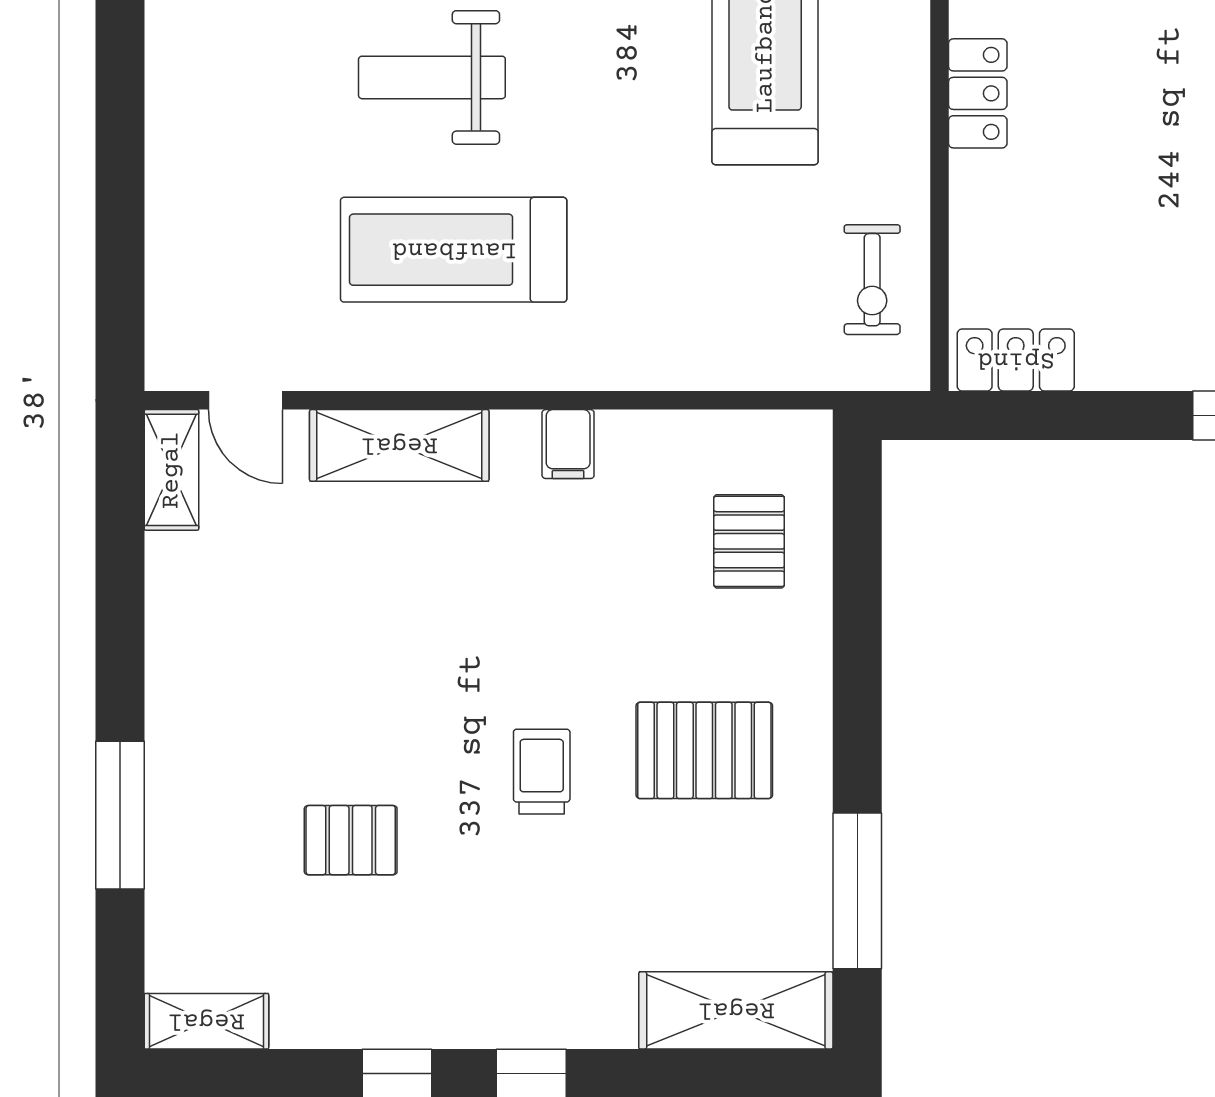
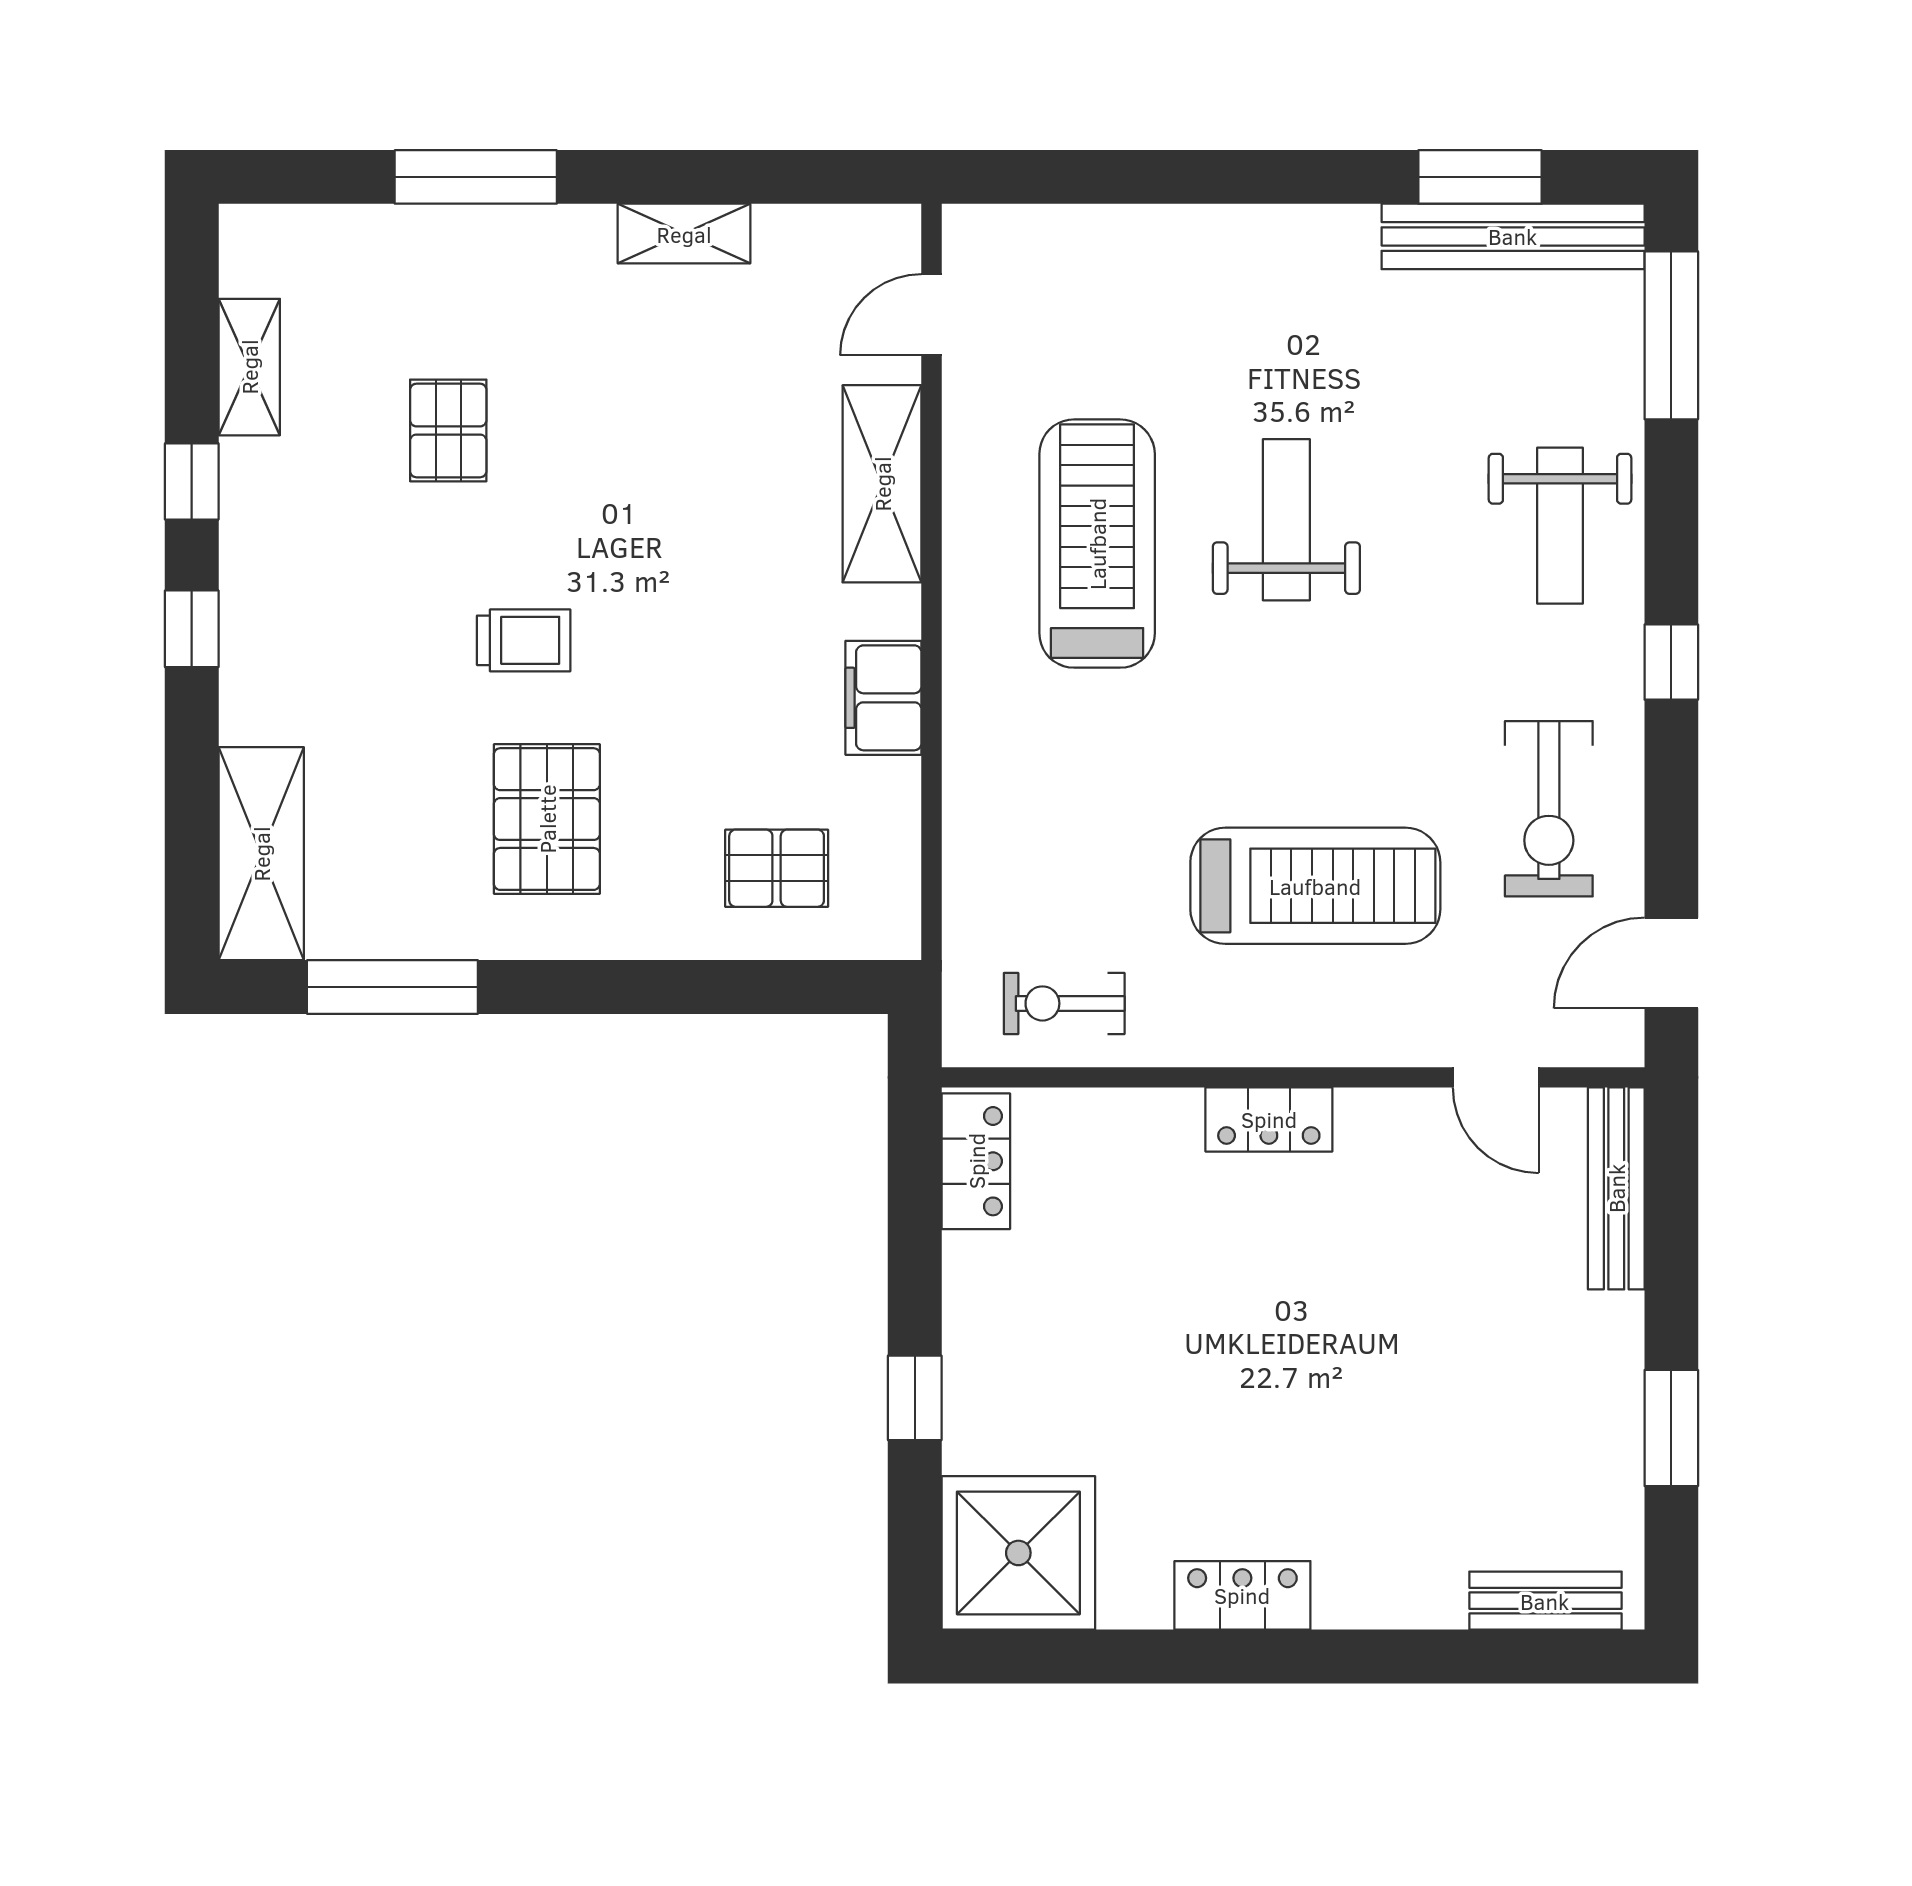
filing cabinet: (568, 444) -> (883, 698), width x2.00
shelving: (171, 470) -> (684, 234), moved
shelving: (206, 1021) -> (249, 367), moved

